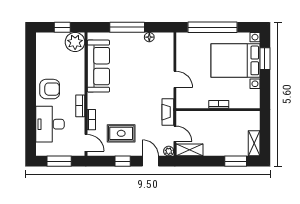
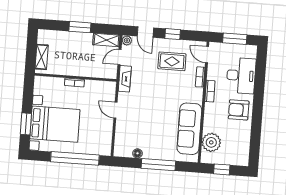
plant: (75, 42) -> (211, 142), moved
door: (175, 134) -> (120, 57), hinge flipped
shelving: (254, 143) -> (42, 57), moved
window: (236, 161) -> (80, 27), moved

